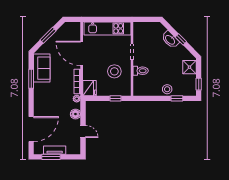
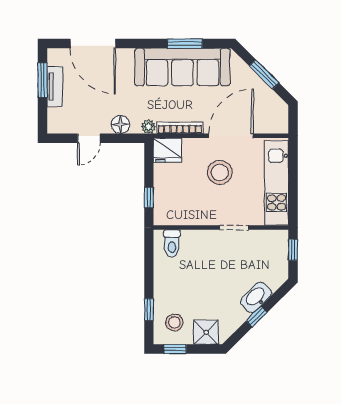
window: (144, 19) -> (293, 250), added
sofa: (42, 68) -> (182, 67), width x1.85, depth x1.27
stool: (114, 71) -> (220, 173), moved
toilet: (141, 71) -> (172, 243), moved
stool: (167, 89) -> (174, 322), moved

